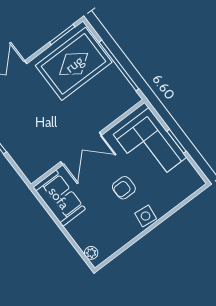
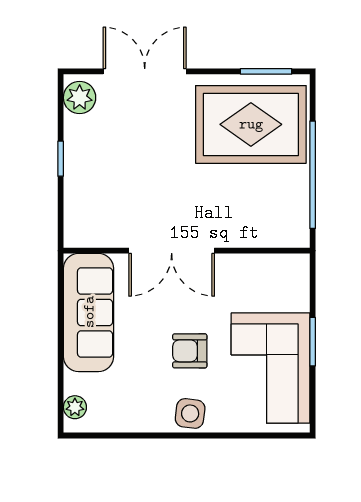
corner sofa: (150, 146) -> (271, 368), moved
sofa: (59, 198) -> (89, 312), width x1.36

